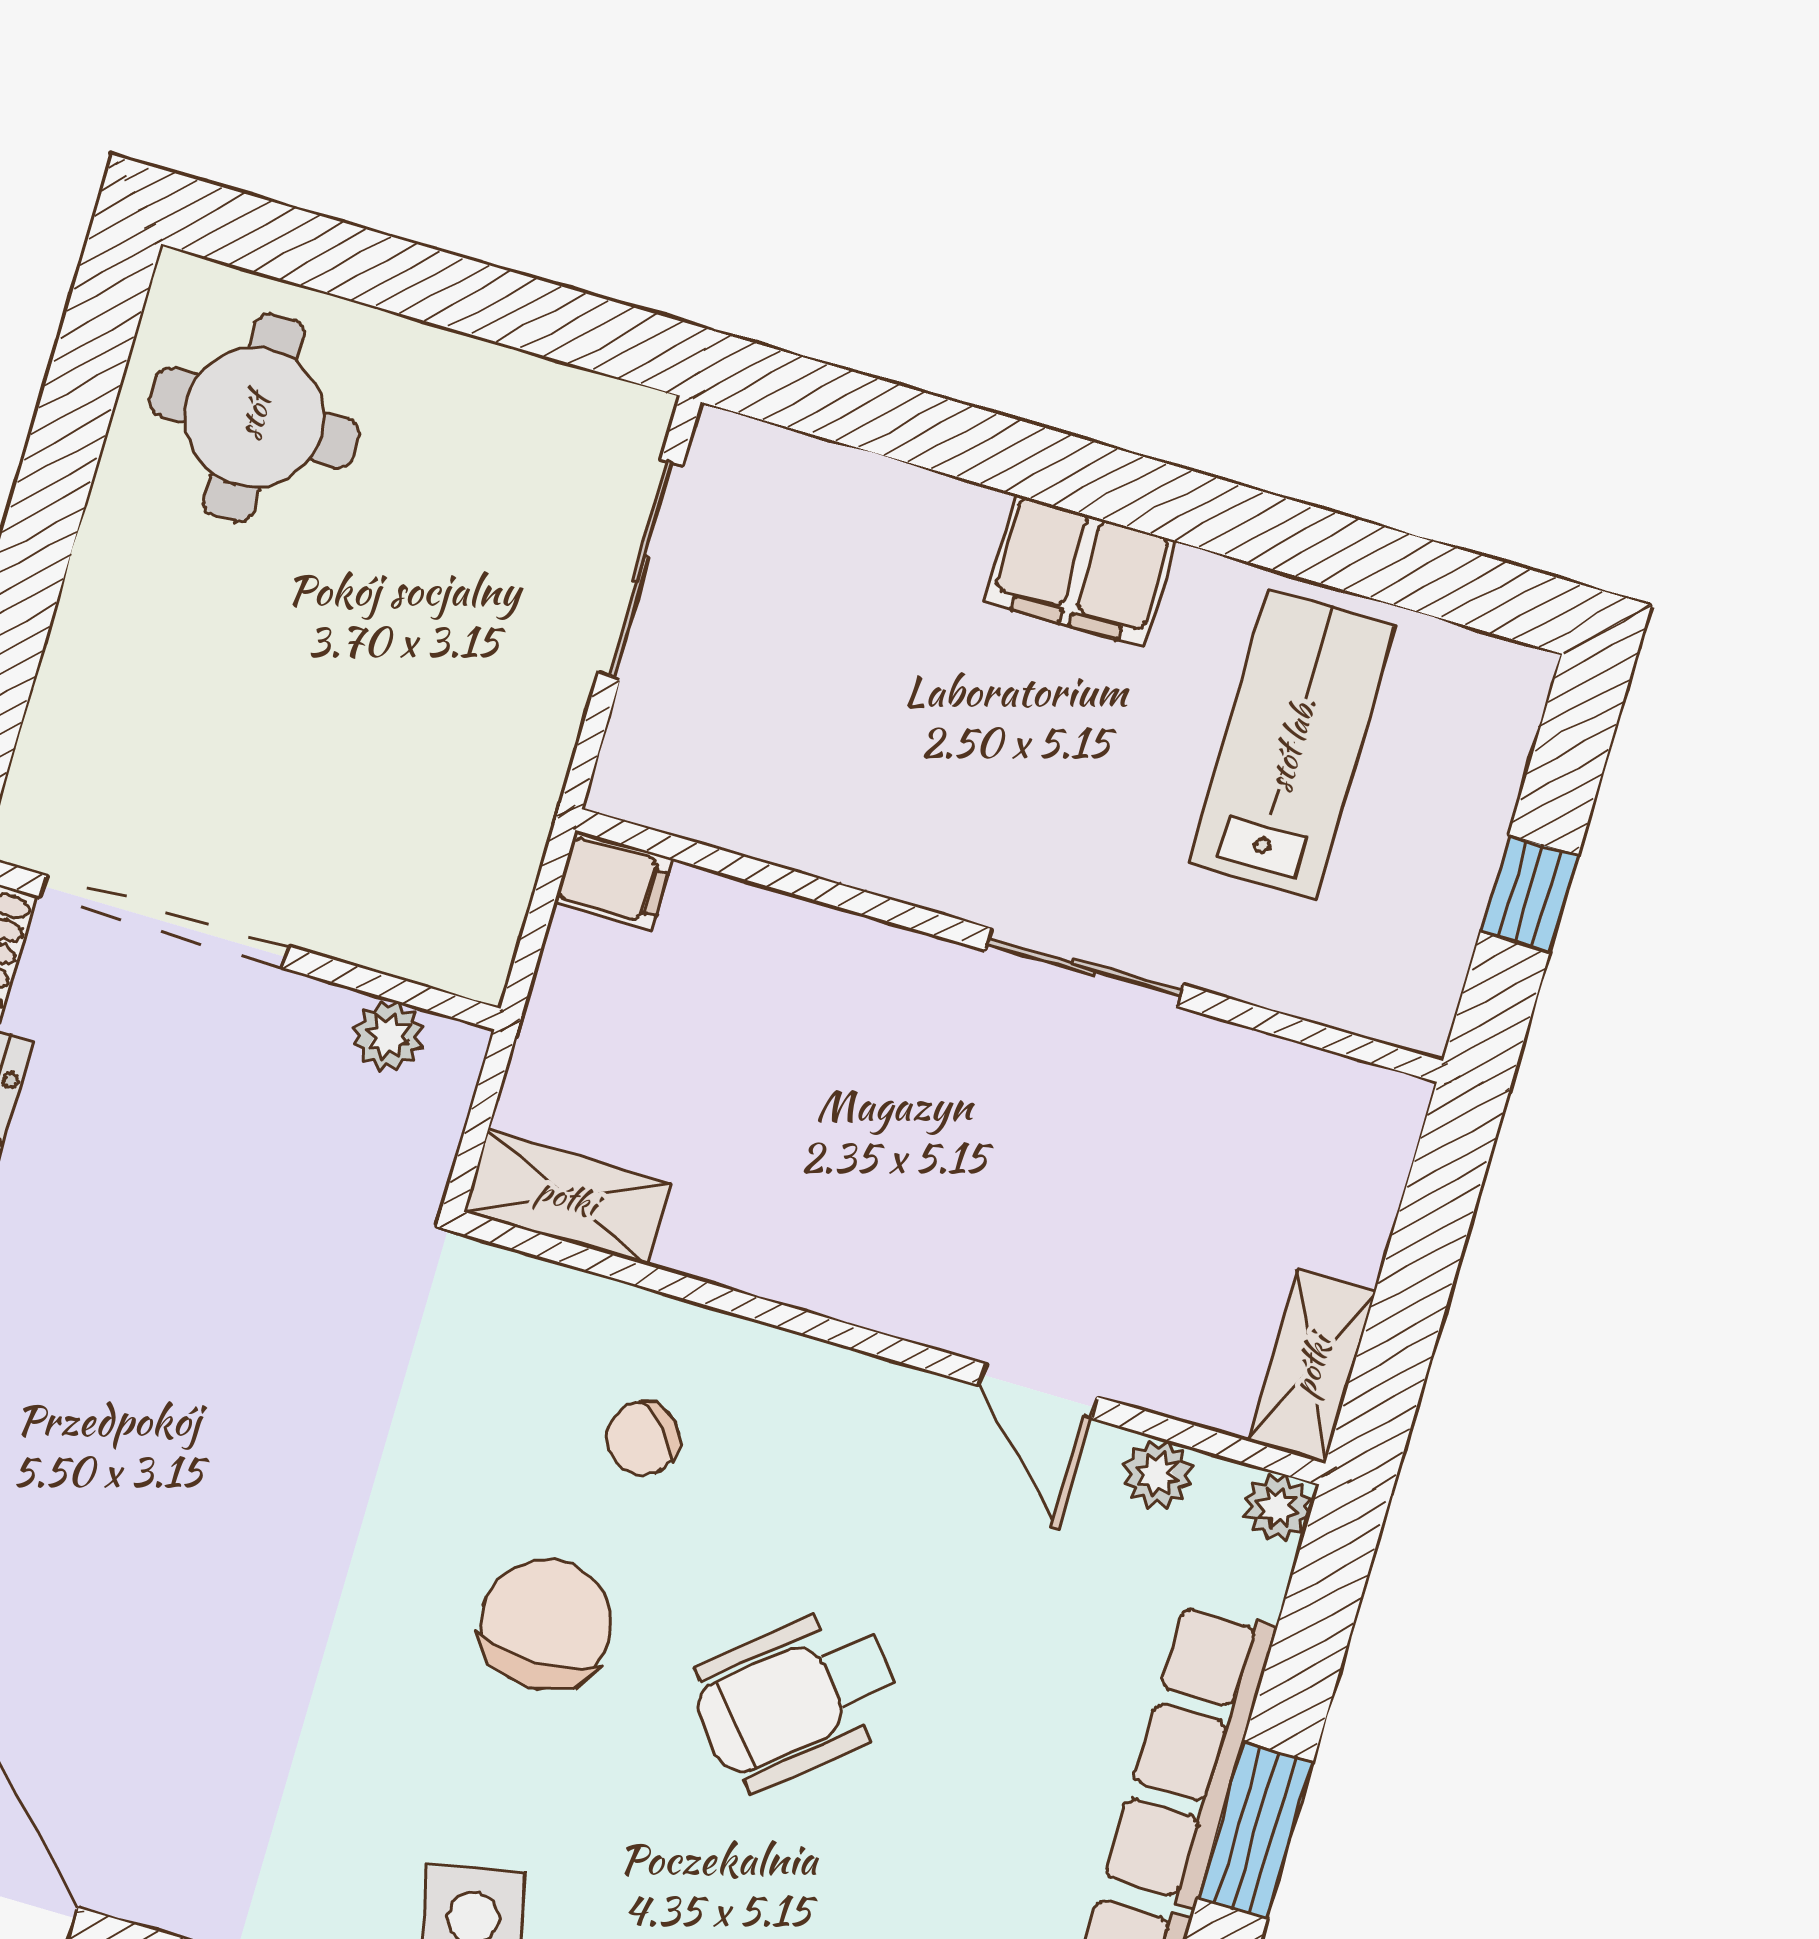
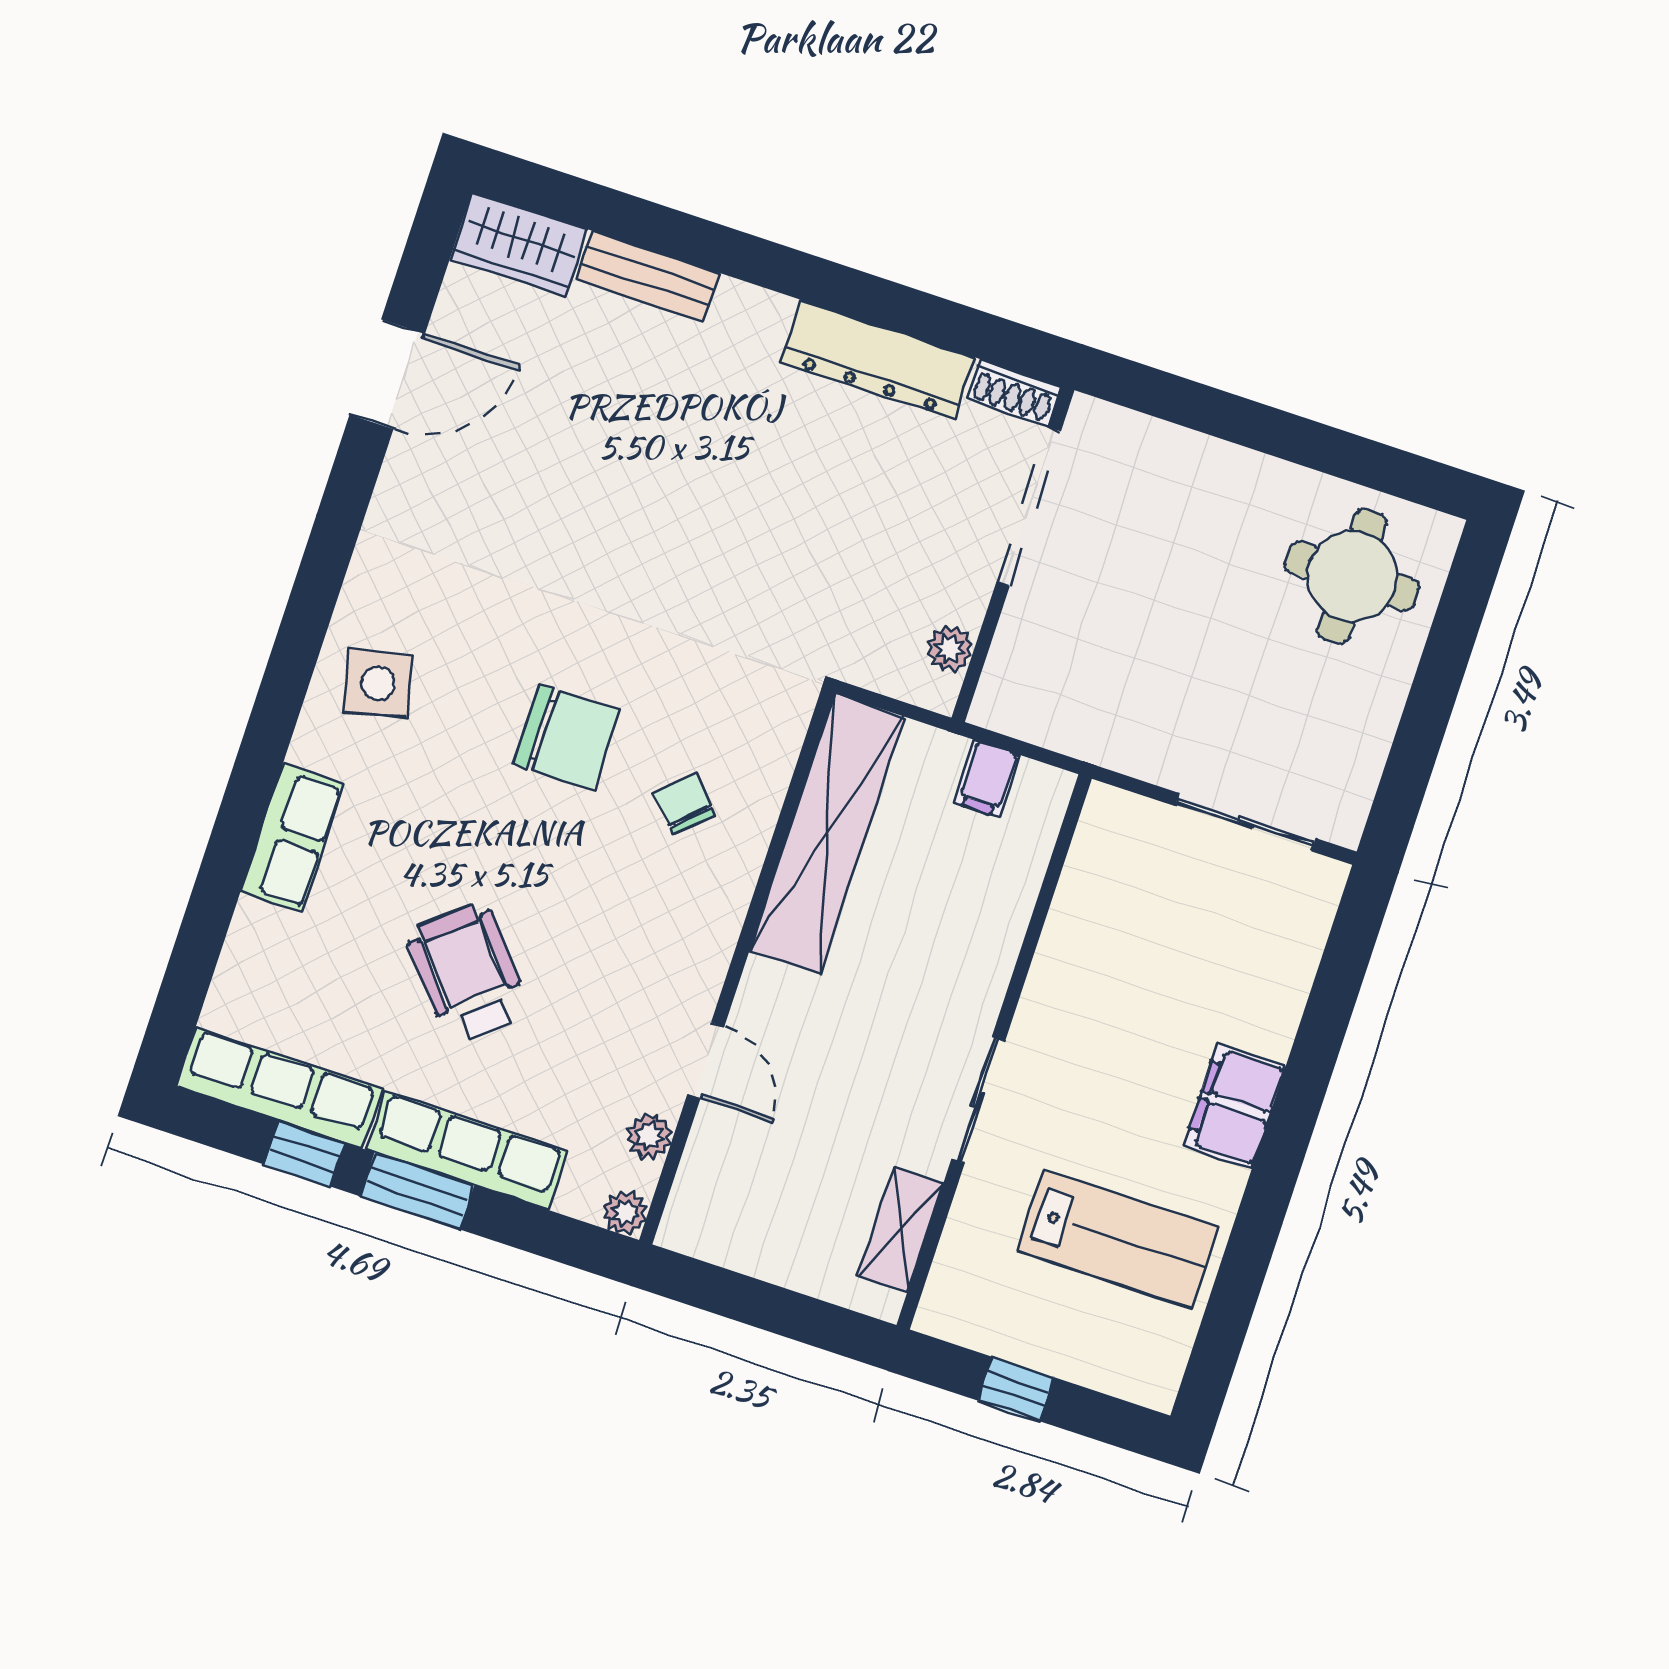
filing cabinet: (613, 881) -> (987, 779), moved
shelving: (567, 1197) -> (827, 834), width x2.20, depth x1.33
shelving: (1312, 1366) -> (901, 1229), moved, turned 90
door: (1038, 1391) -> (706, 1060), swing flipped
wheelchair: (796, 1698) -> (468, 973), moved

